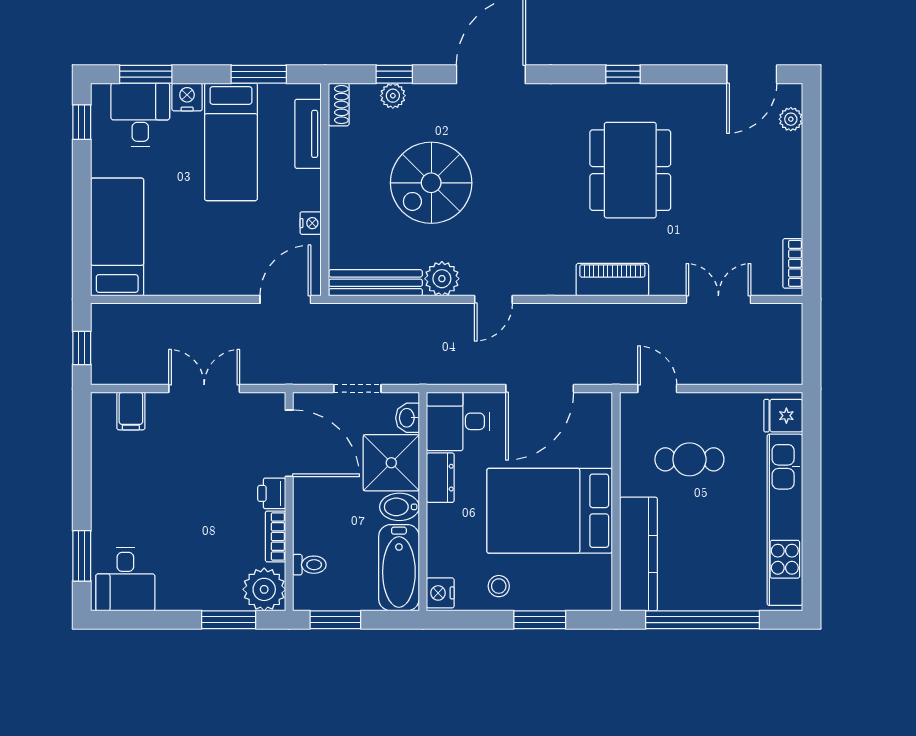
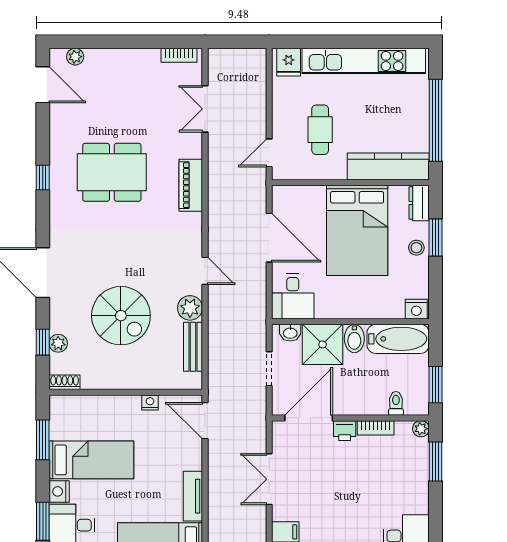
tv unit: (308, 134) -> (193, 496), moved, turned 90
bench: (376, 283) -> (193, 347), width x0.73
dresser: (440, 478) -> (419, 203), moved, turned -90
stool: (499, 586) -> (416, 248), moved
plant: (264, 589) -> (421, 429), width x0.53, depth x0.53

